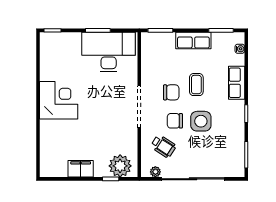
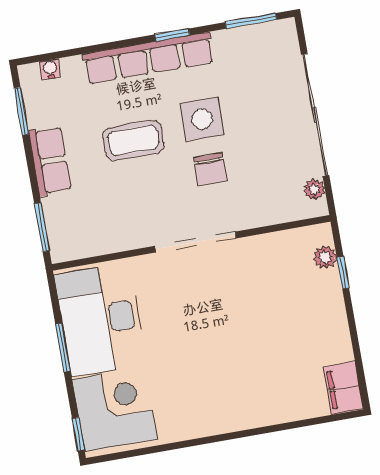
row of seats: (237, 83) -> (148, 58), width x2.02
coffee table: (196, 85) -> (133, 140), width x1.36, depth x1.30
chair: (171, 92) -> (157, 186), removed
corner desk: (59, 100) -> (115, 409), moved, turned 90
wheelchair: (163, 146) -> (263, 183), removed
plant: (120, 166) -> (325, 257), width x0.53, depth x0.53
filing cabinet: (81, 169) -> (343, 388), moved

